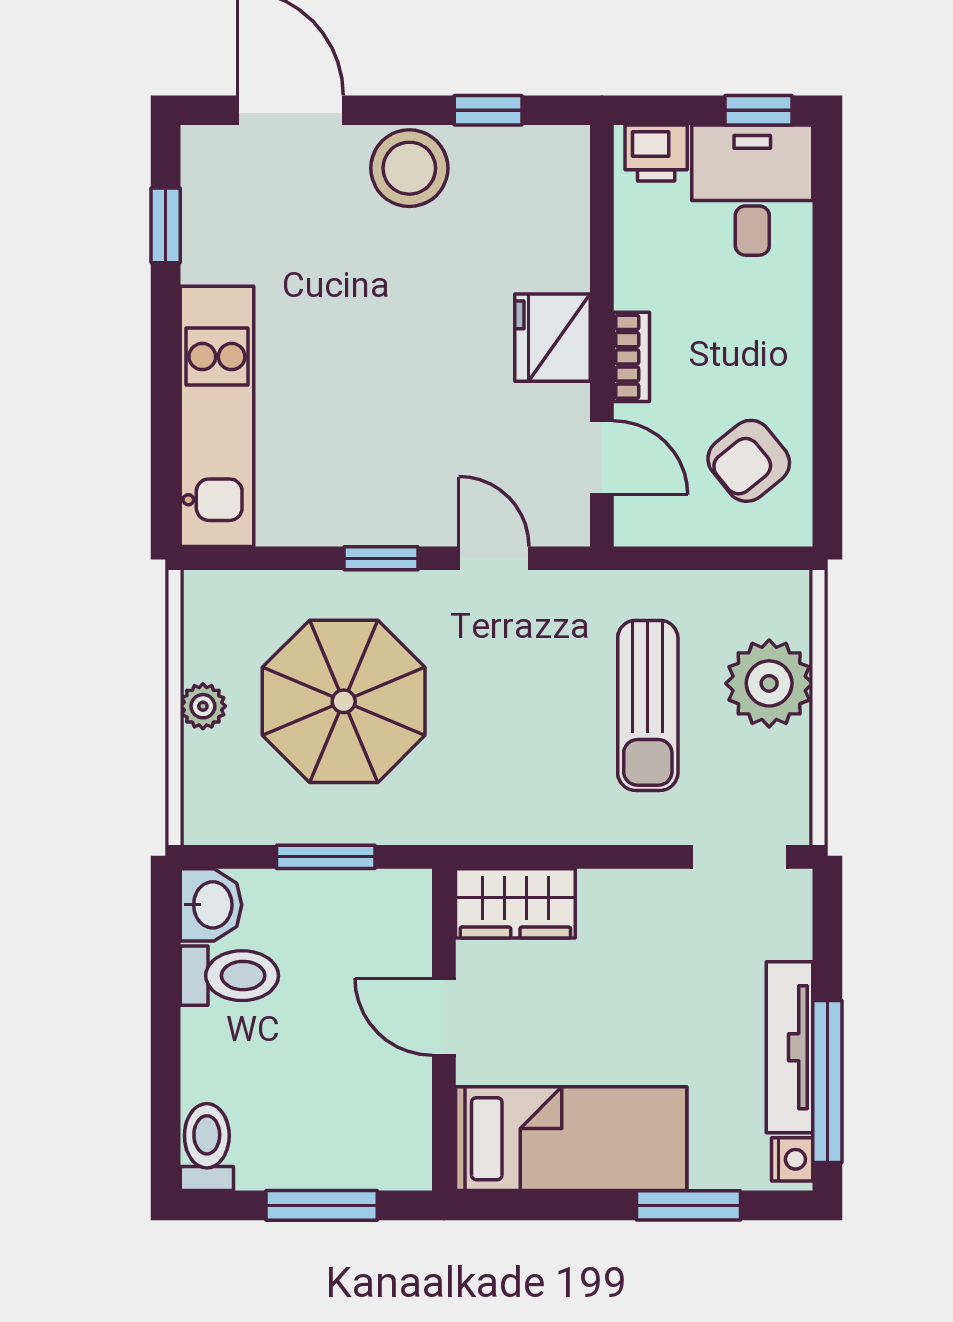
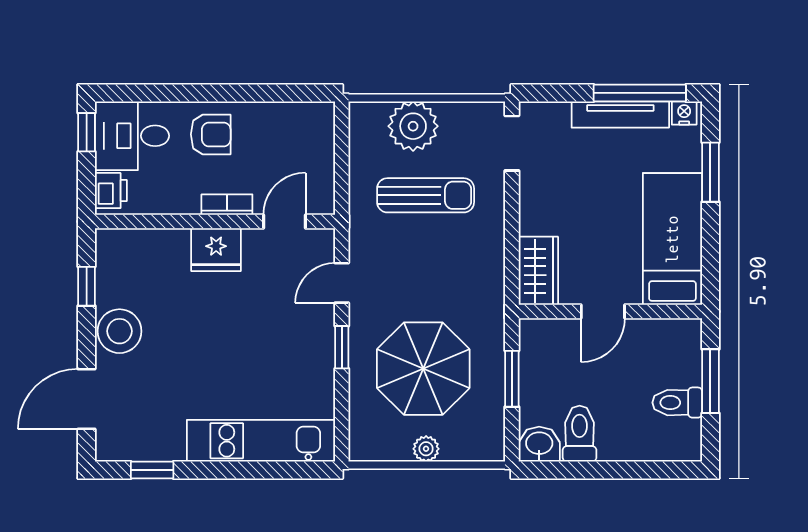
armchair: (749, 461) -> (211, 134), moved, turned -51
toilet: (207, 1147) -> (677, 403), moved

